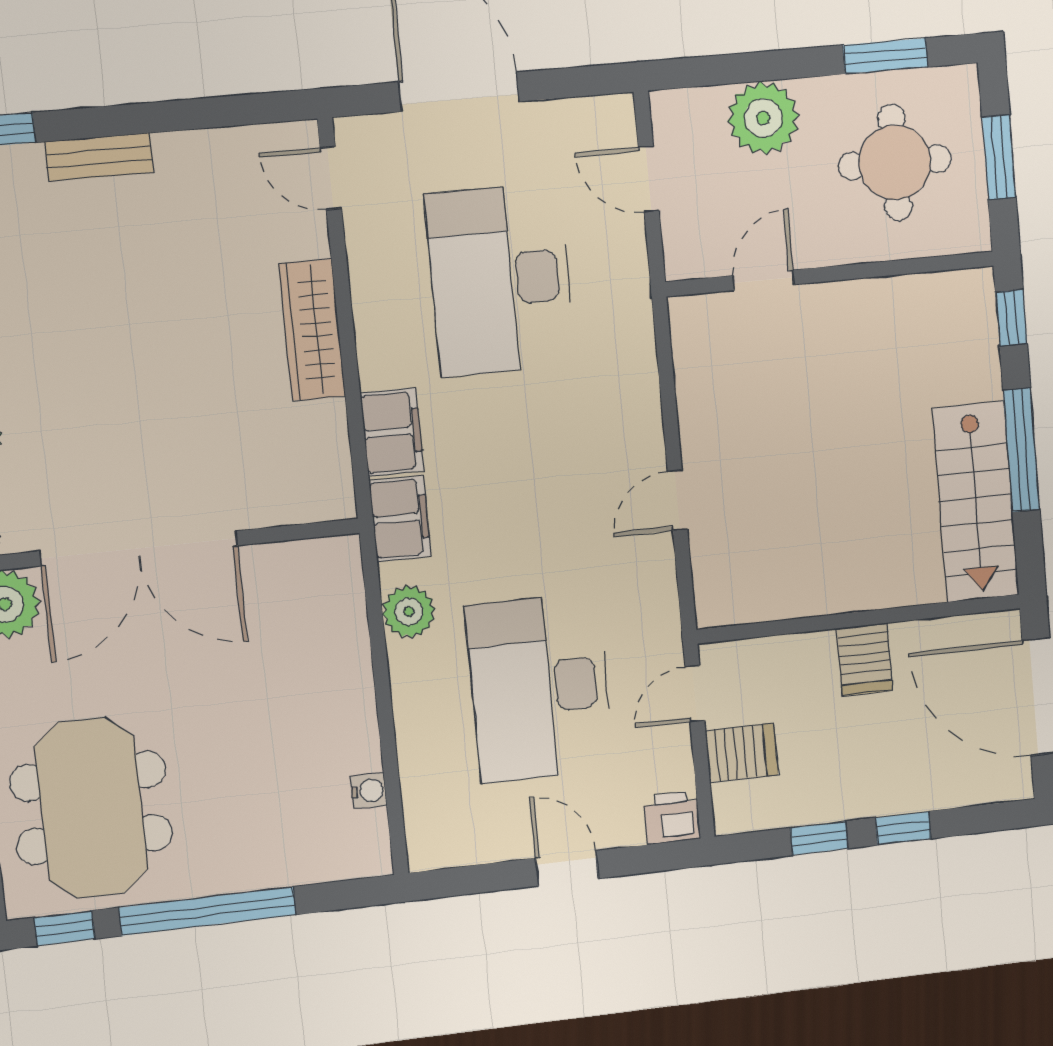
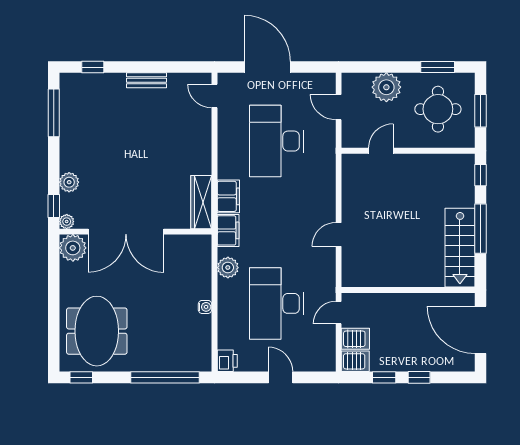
bench: (99, 157) -> (146, 80), moved
wardrobe: (312, 330) -> (201, 202), moved
server rack: (865, 659) -> (355, 361), moved, turned -90
water cooler: (369, 791) -> (205, 307), moved
printer: (672, 817) -> (227, 361), moved, turned 90
window: (207, 911) -> (165, 377), moved

